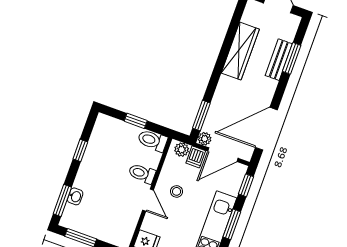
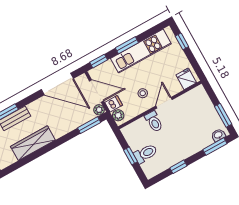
toilet: (152, 140) -> (145, 154), moved, turned -90
washbasin: (75, 196) -> (218, 135), moved

